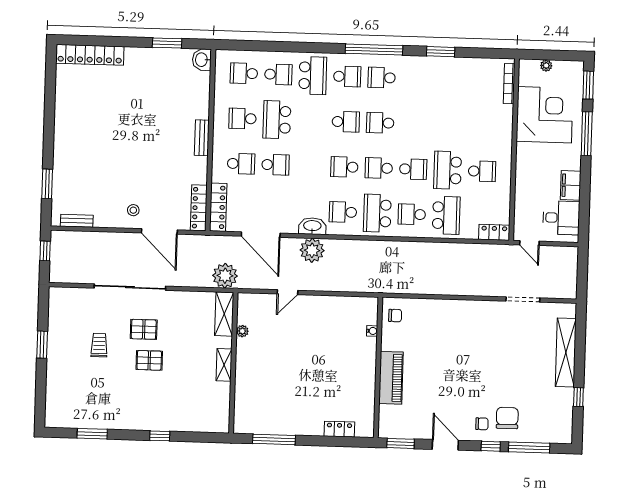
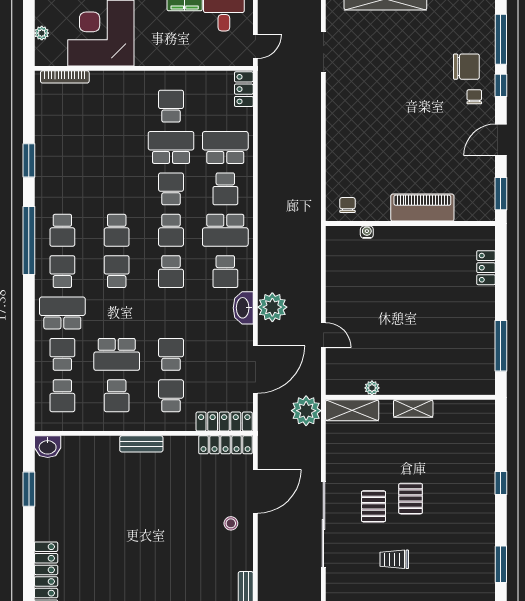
school desk: (448, 170) -> (171, 147), turned 180
chair: (507, 418) -> (466, 67), turned 180

